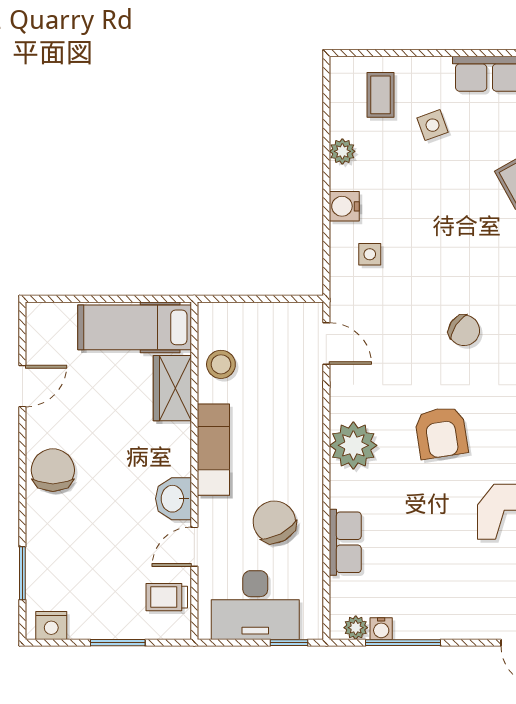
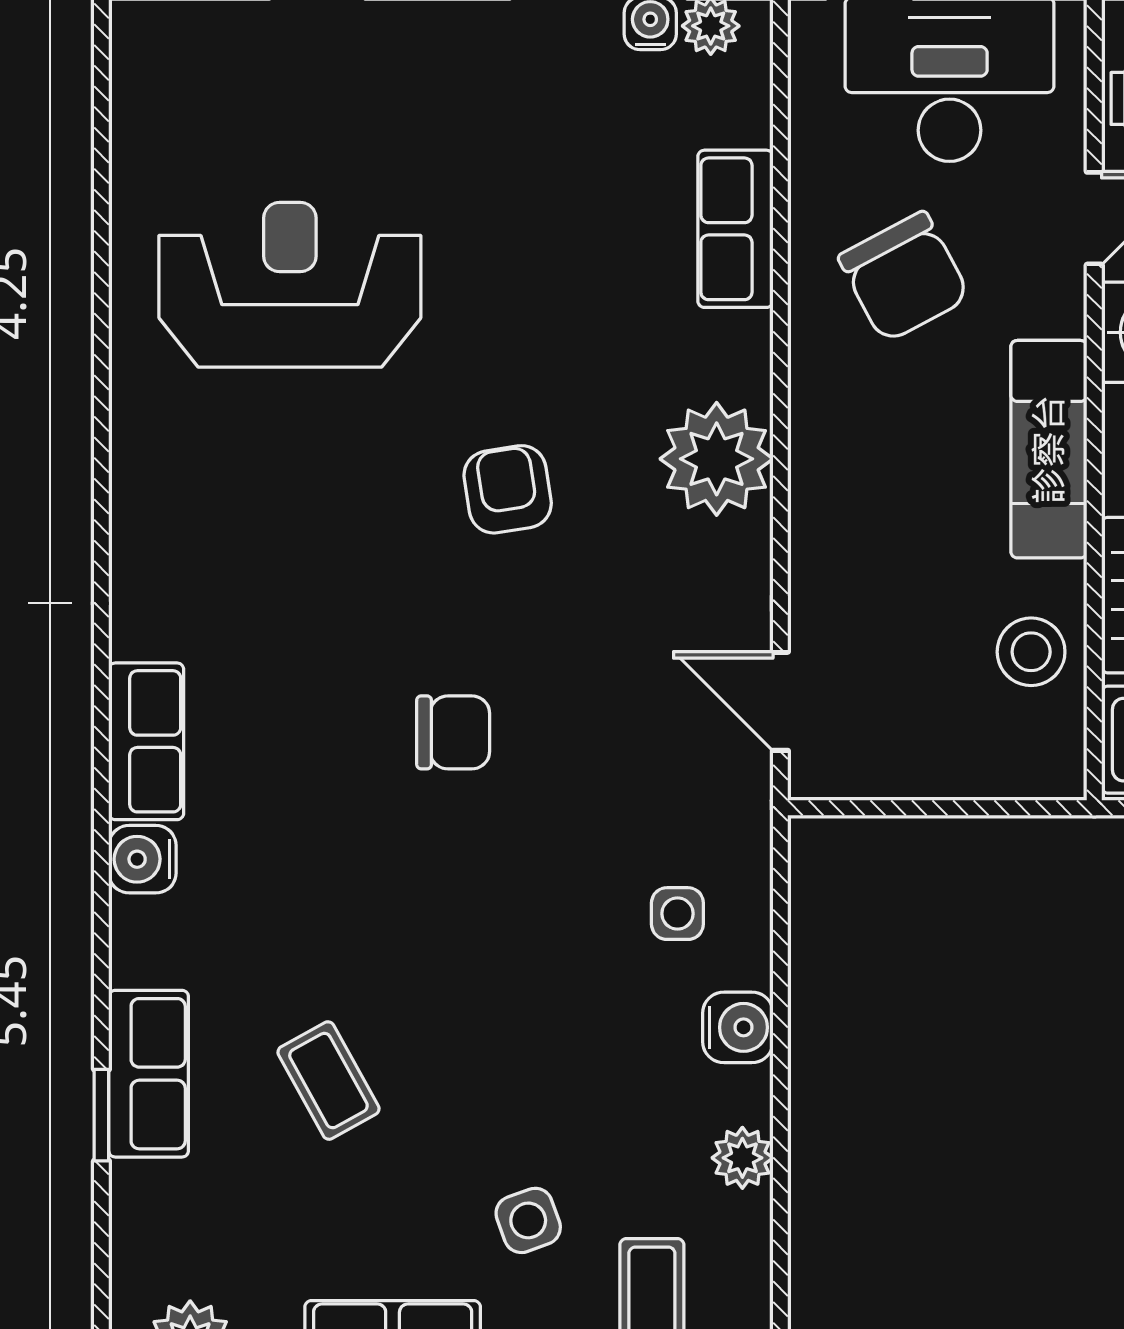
chair: (464, 330) -> (453, 732), turned 146
armchair: (441, 433) -> (508, 489), width x0.72, depth x0.72

